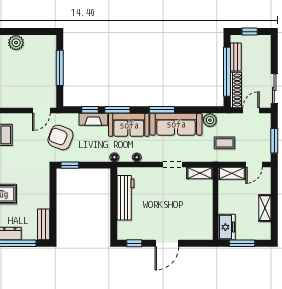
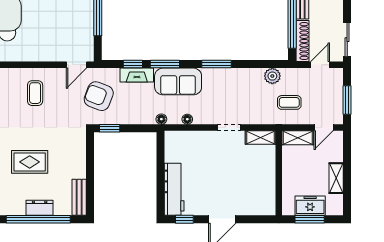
sofa: (176, 124) -> (233, 81), removed
workbench: (125, 198) -> (174, 189), moved
freezer: (227, 227) -> (310, 206), moved, turned -90

